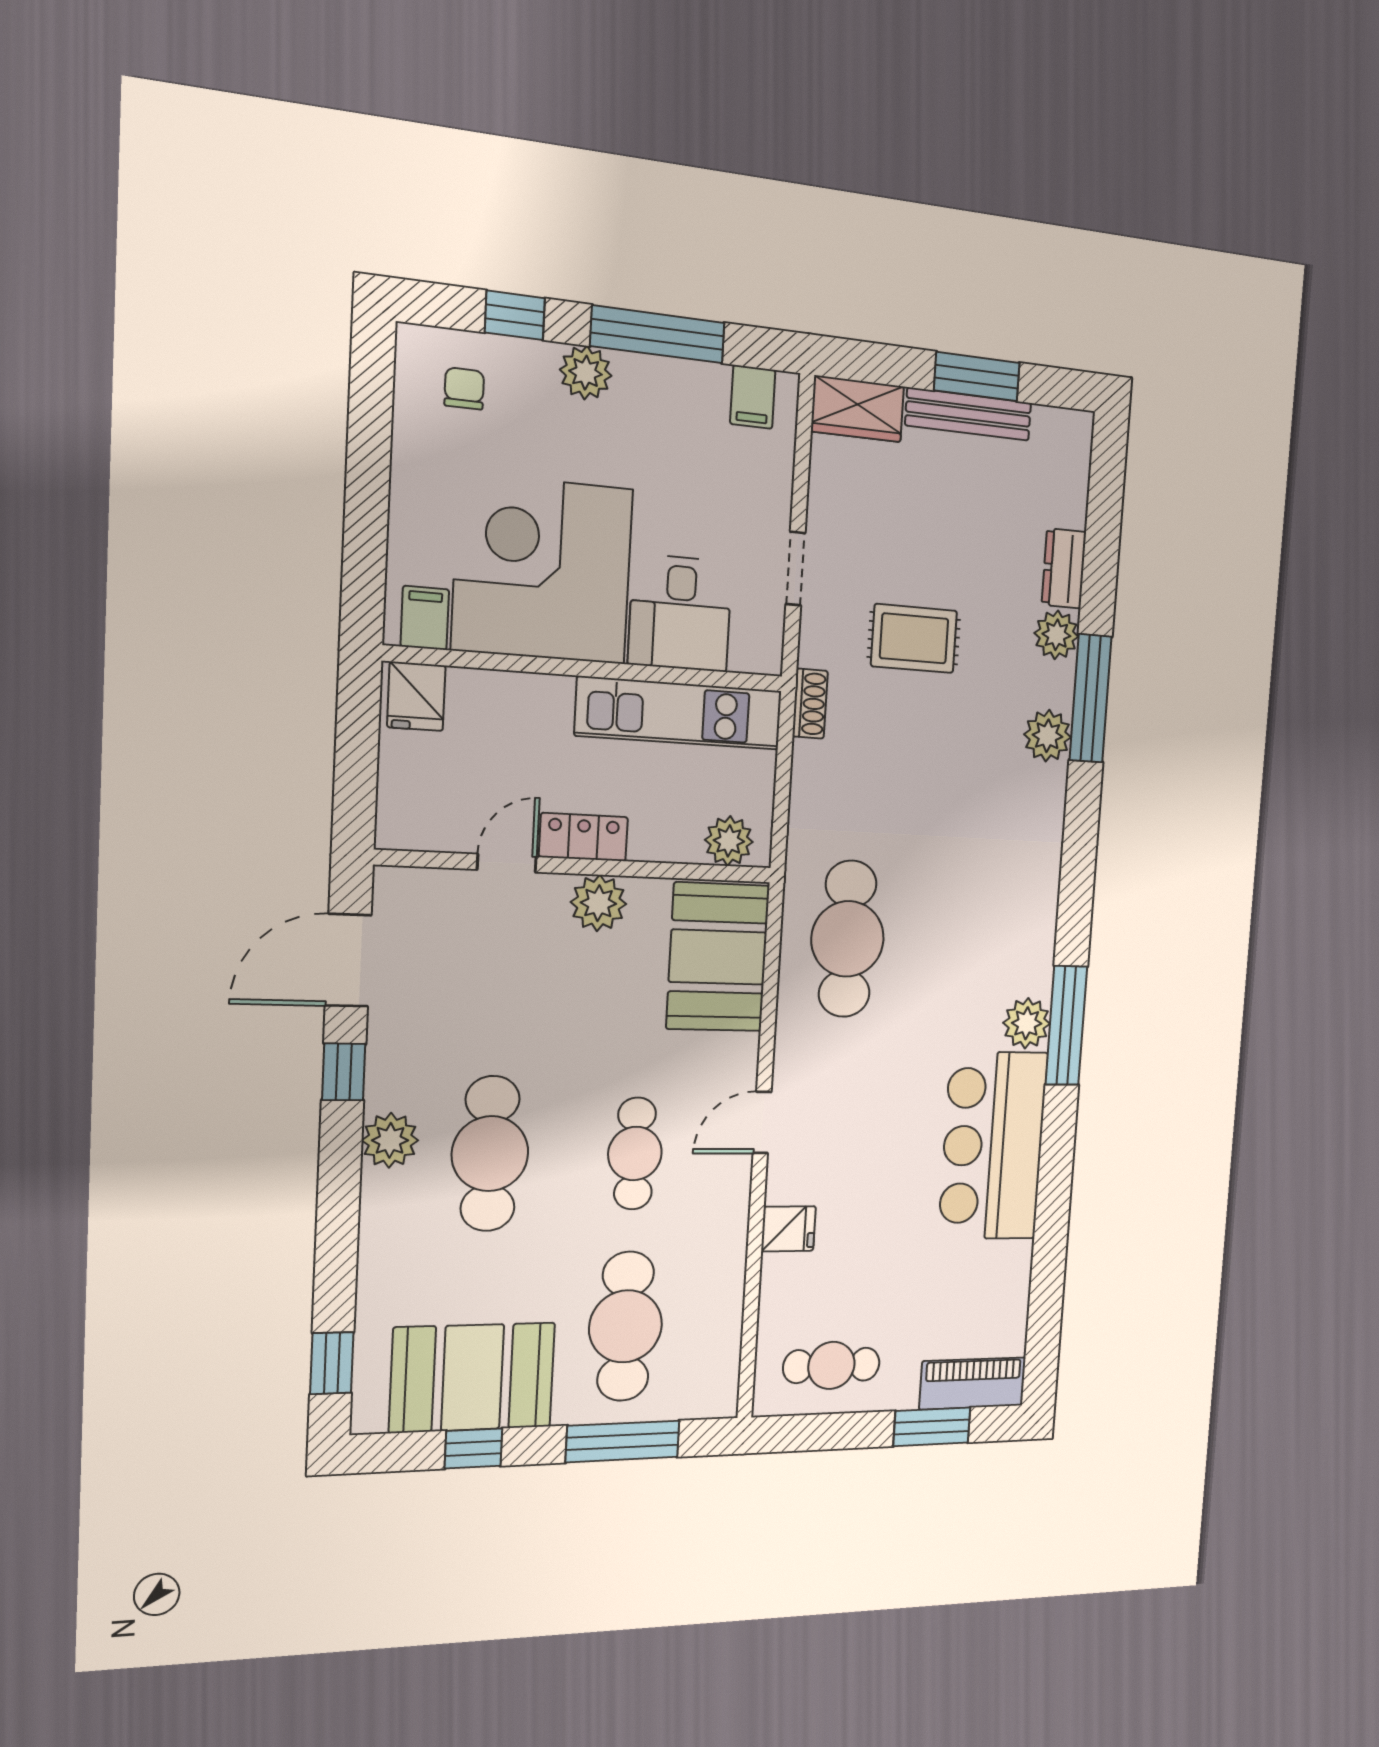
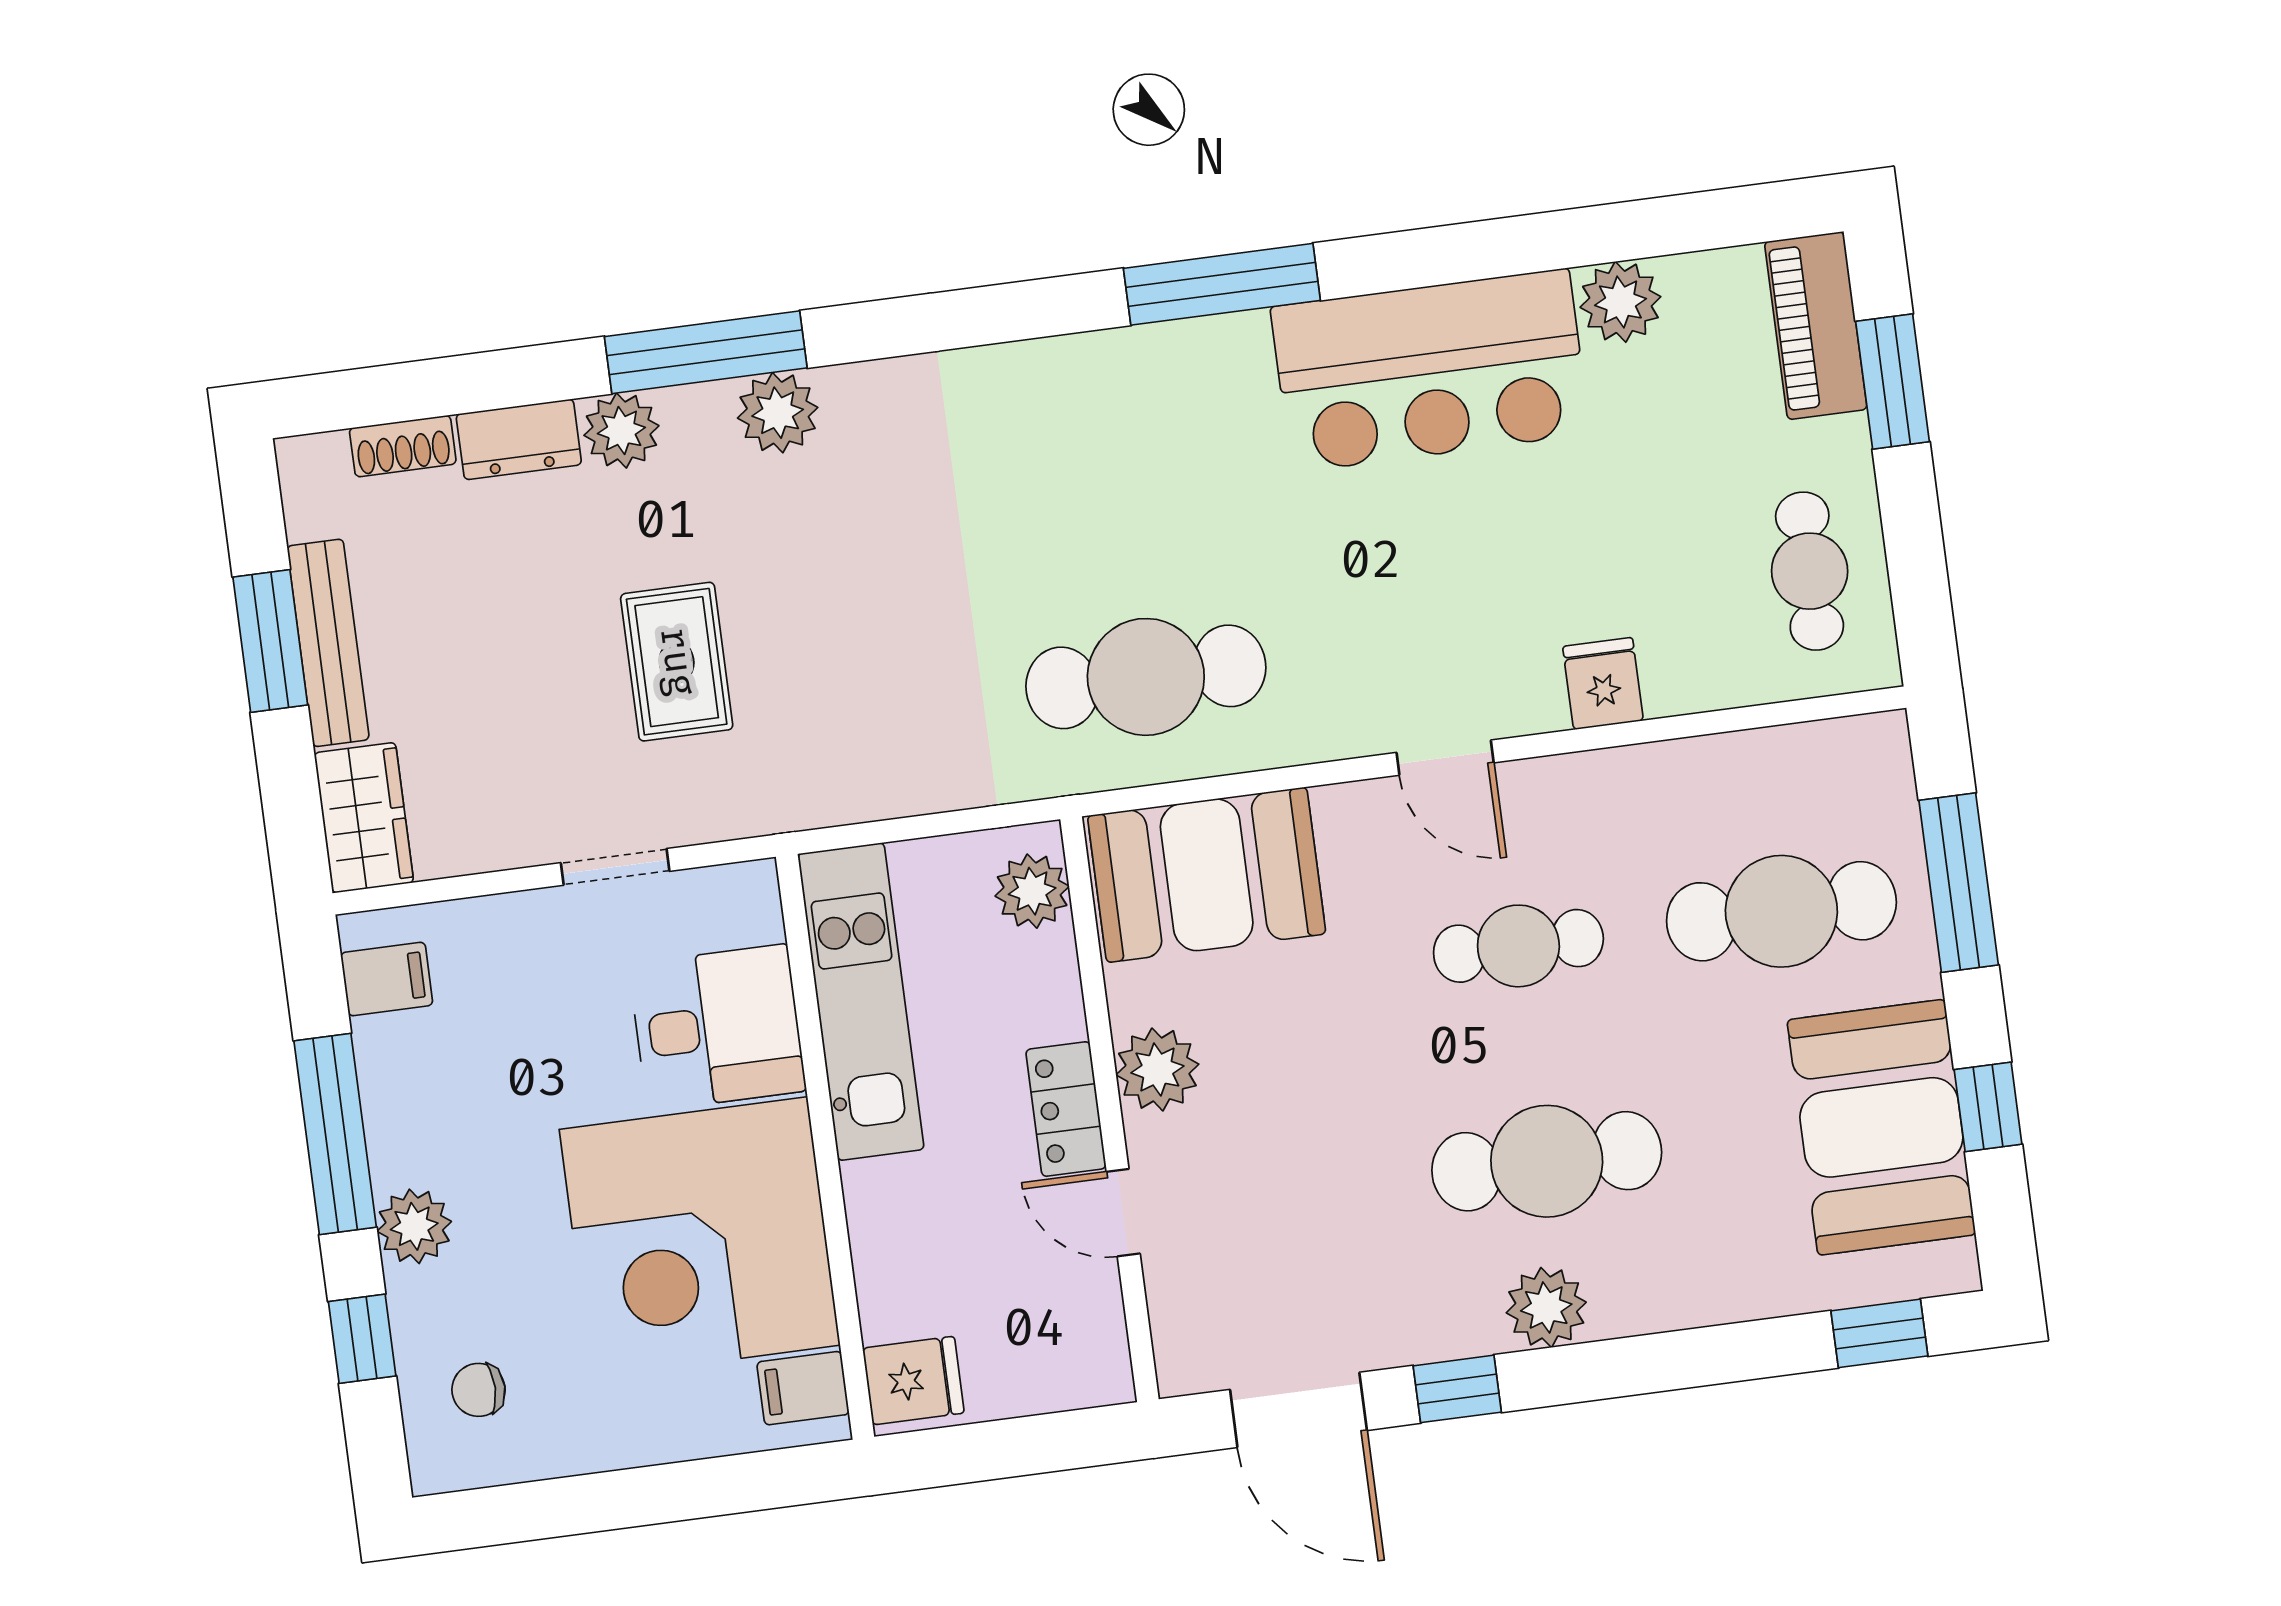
shoe rack: (810, 704) -> (403, 446), moved, turned 180
plant: (1027, 1023) -> (1620, 302), moved

